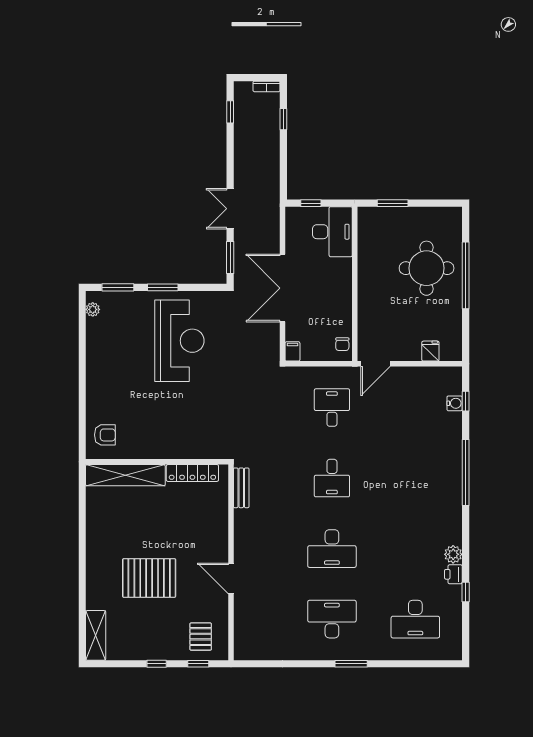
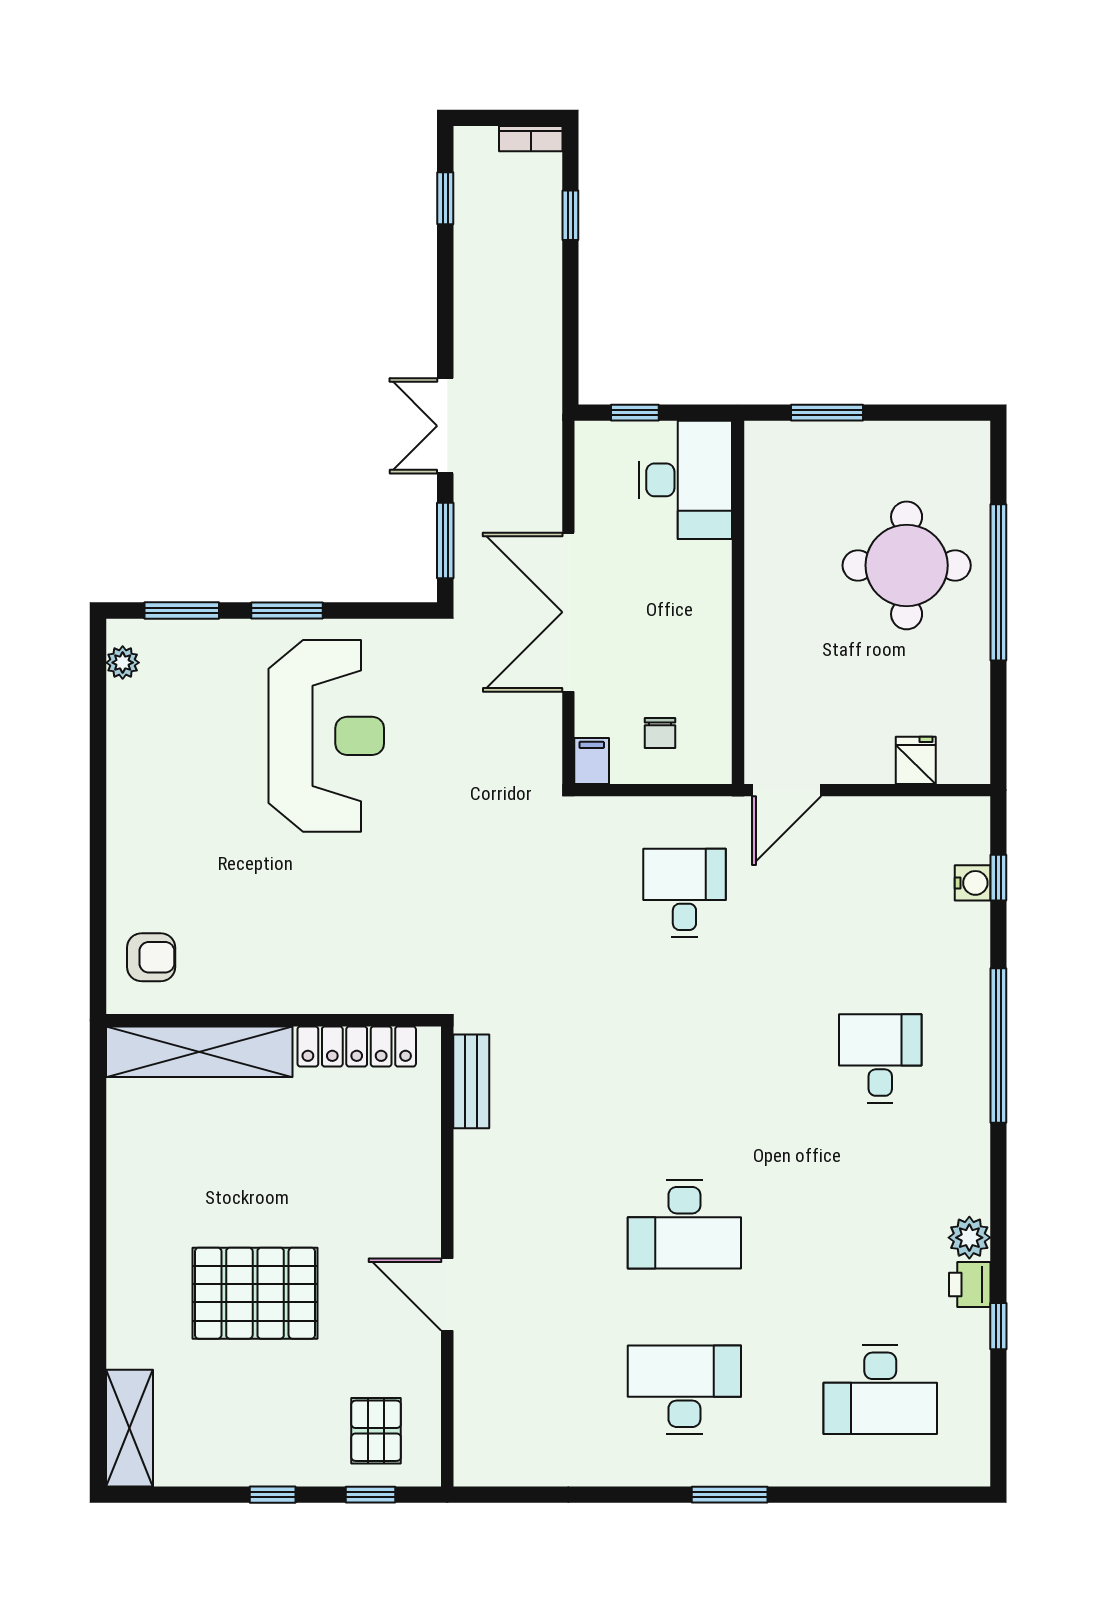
chair: (342, 344) -> (660, 733), moved
desk: (332, 478) -> (880, 1059), moved, turned 180

